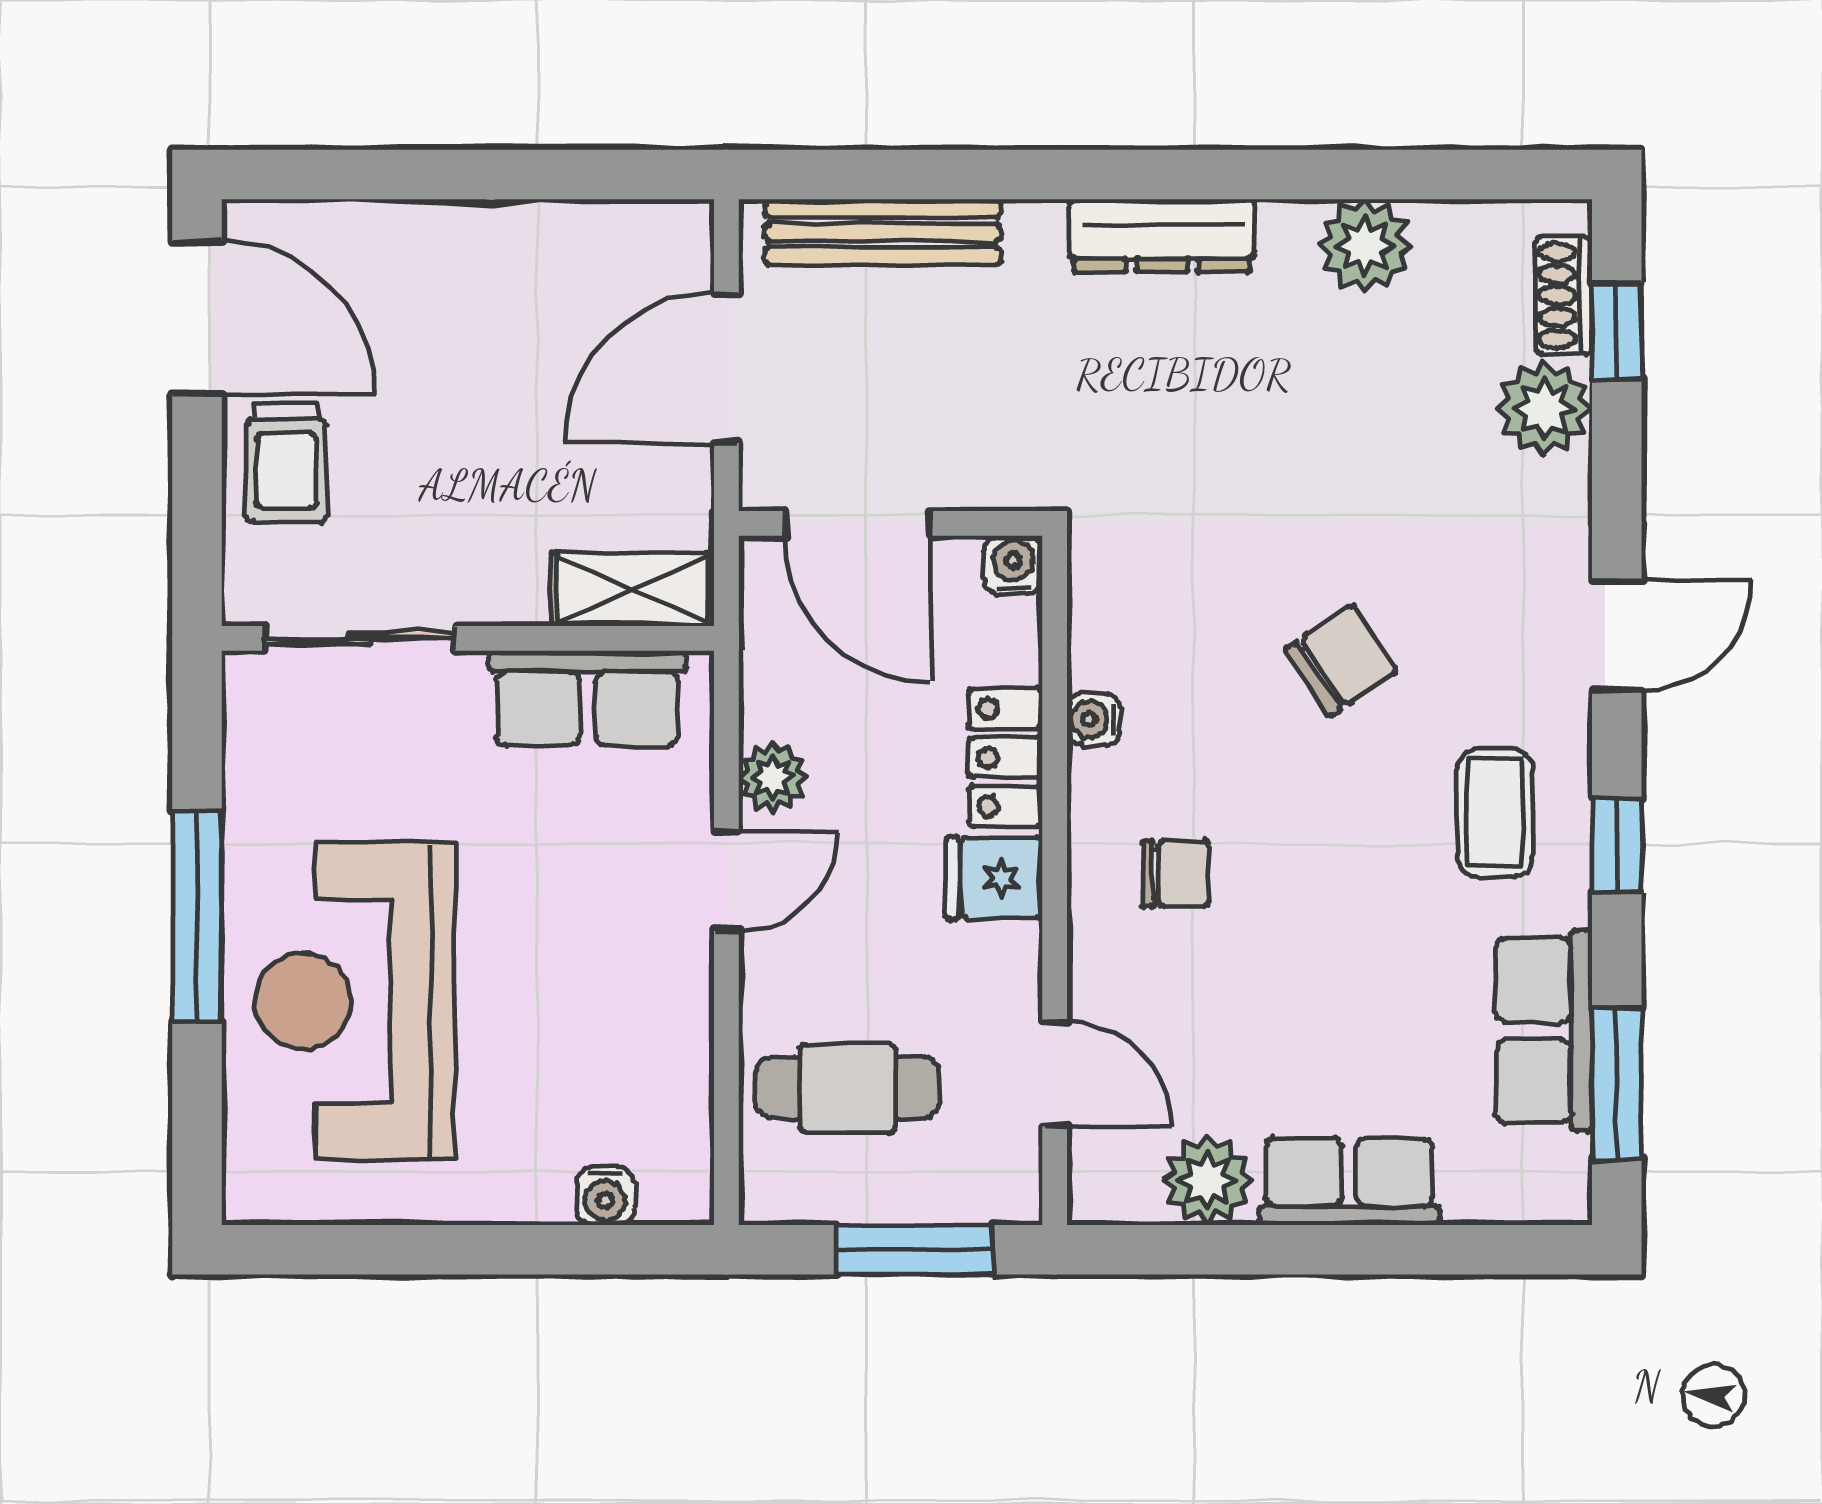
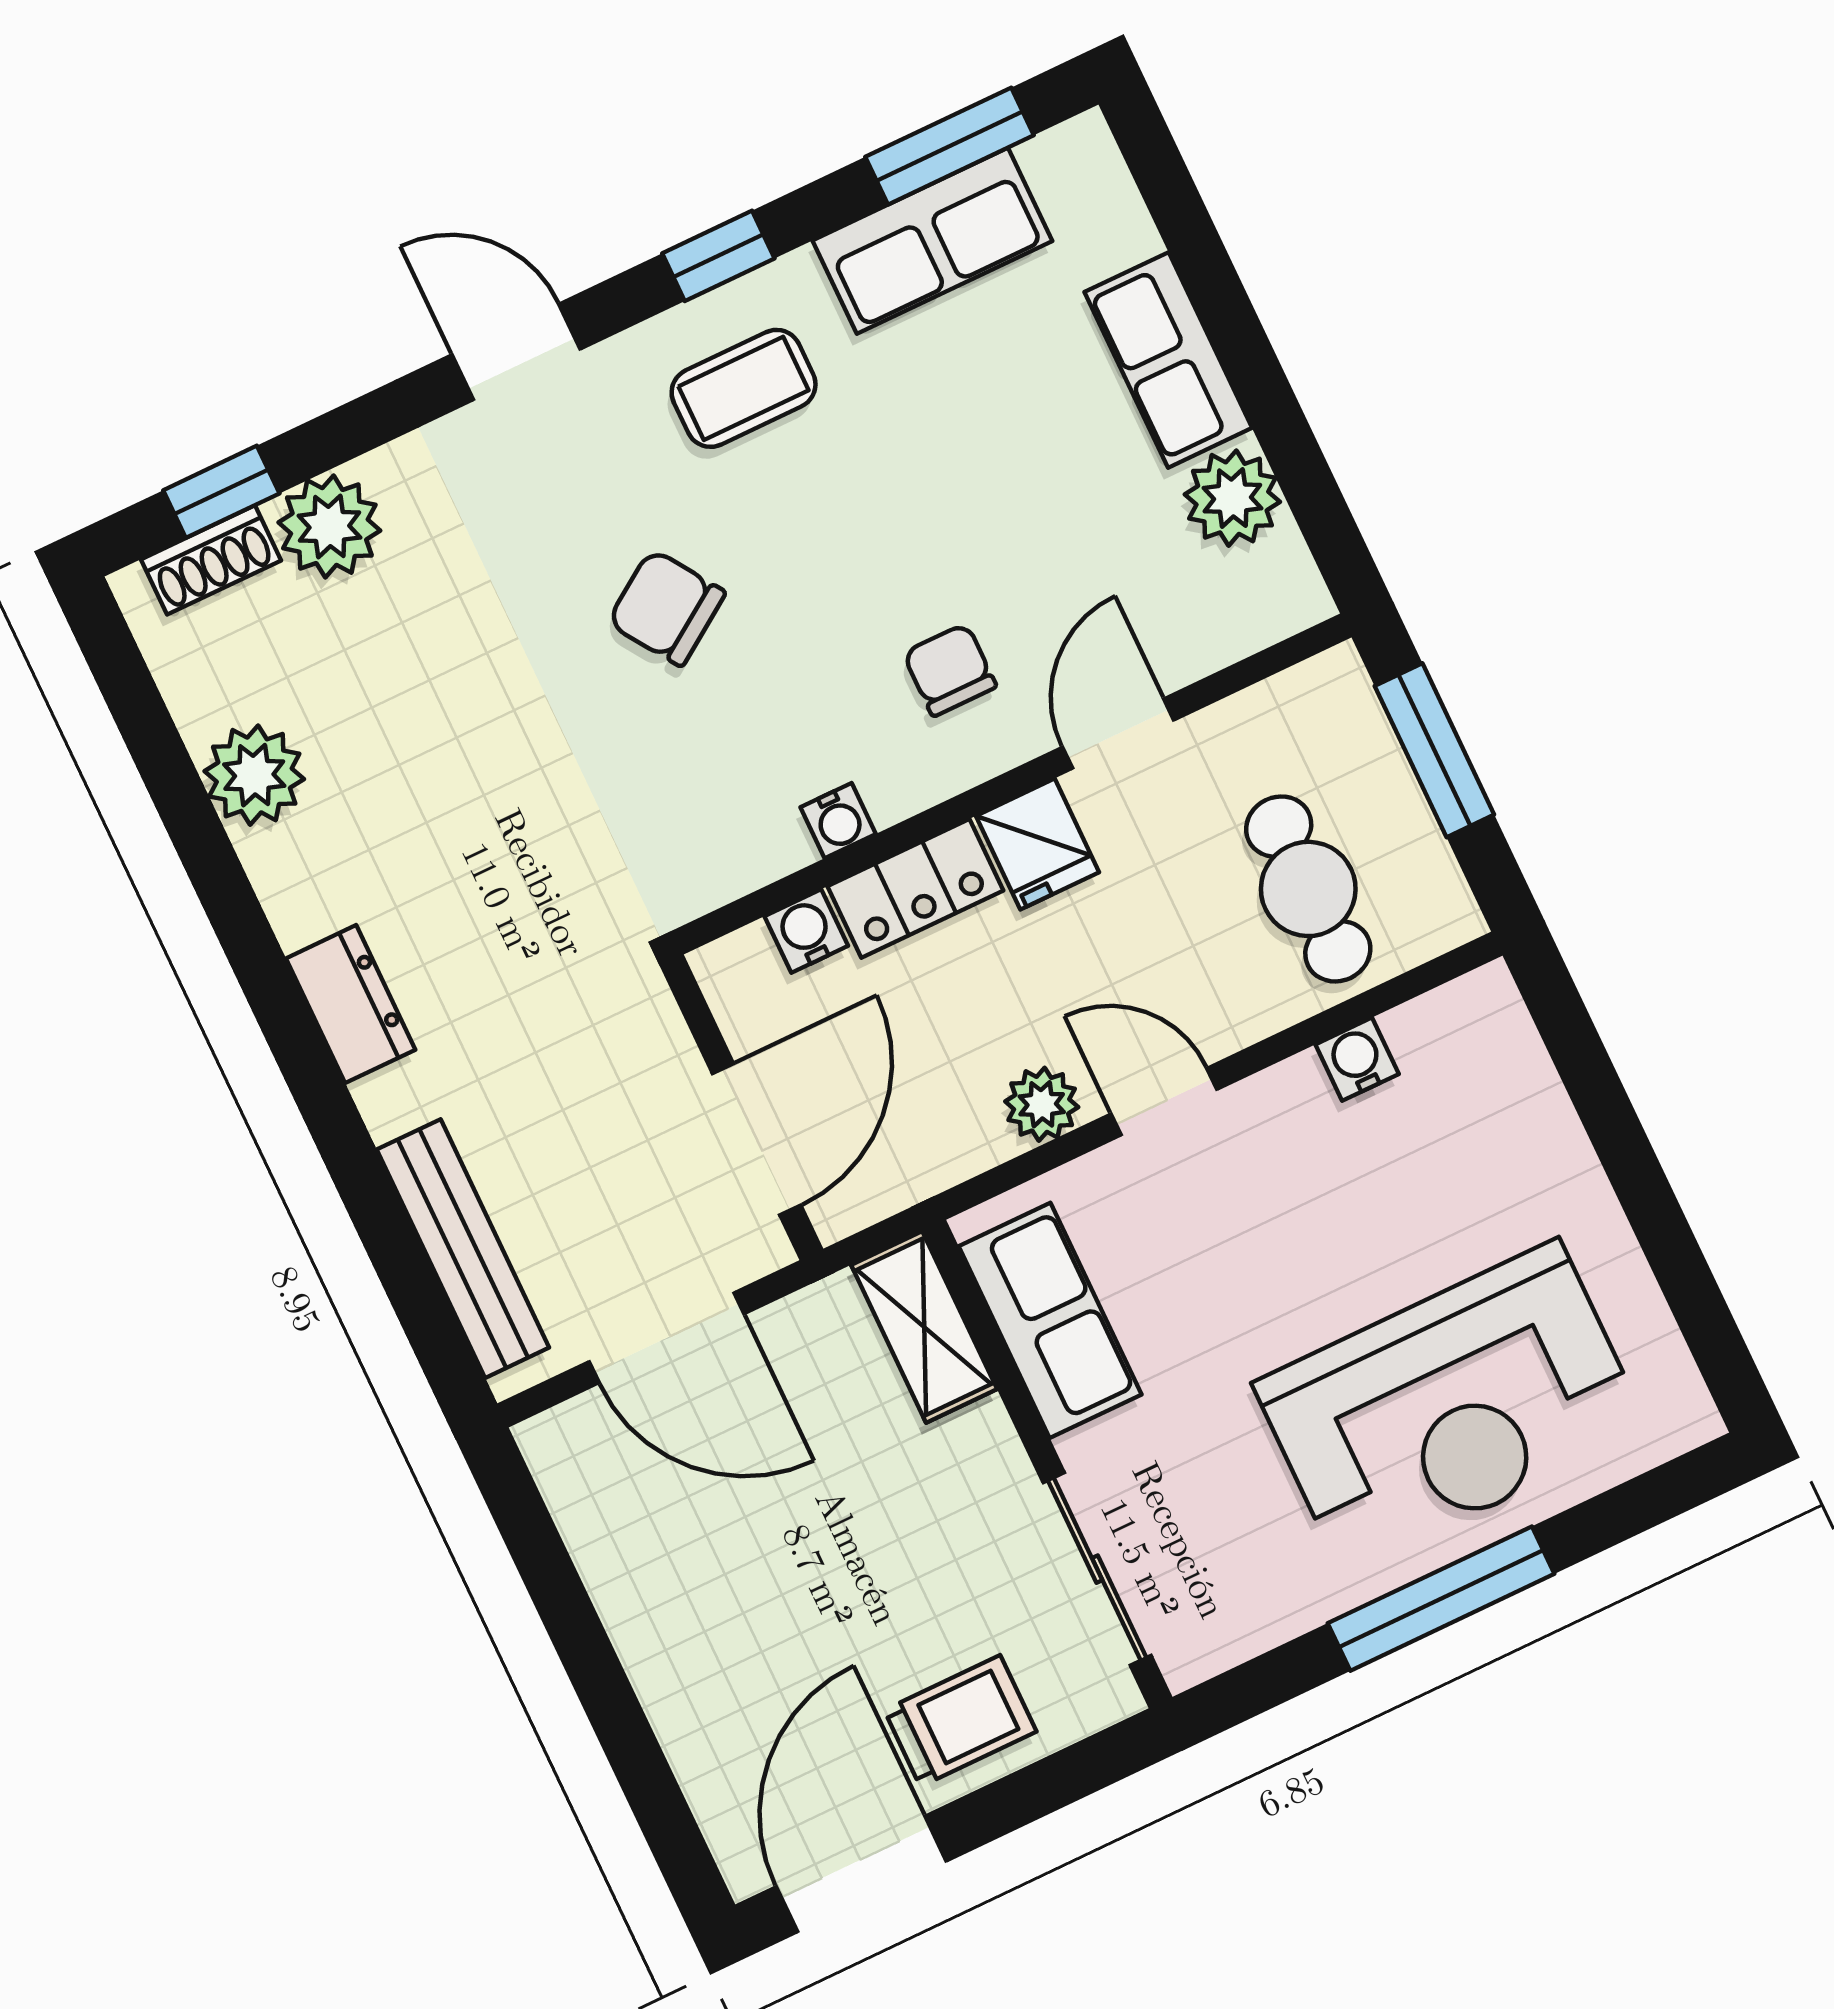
dresser: (1162, 236) -> (351, 1004), width x0.70
water cooler: (1013, 565) -> (806, 931), moved, turned 90
door: (1055, 1074) -> (1118, 734), moved
water cooler: (605, 1196) -> (1357, 1059), moved, turned -90

